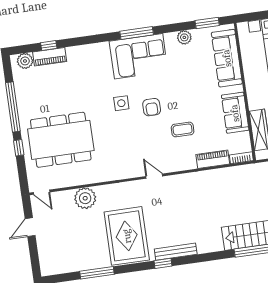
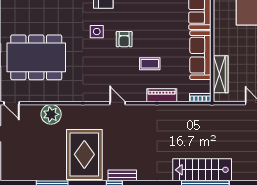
sofa: (235, 113) -> (200, 55), width x1.36
piano: (213, 159) -> (162, 95), moved
bench: (176, 252) -> (122, 175), width x0.73

